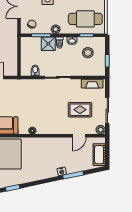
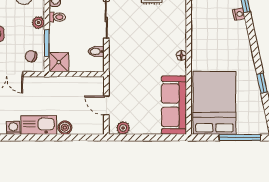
shower: (48, 44) -> (59, 62), moved

